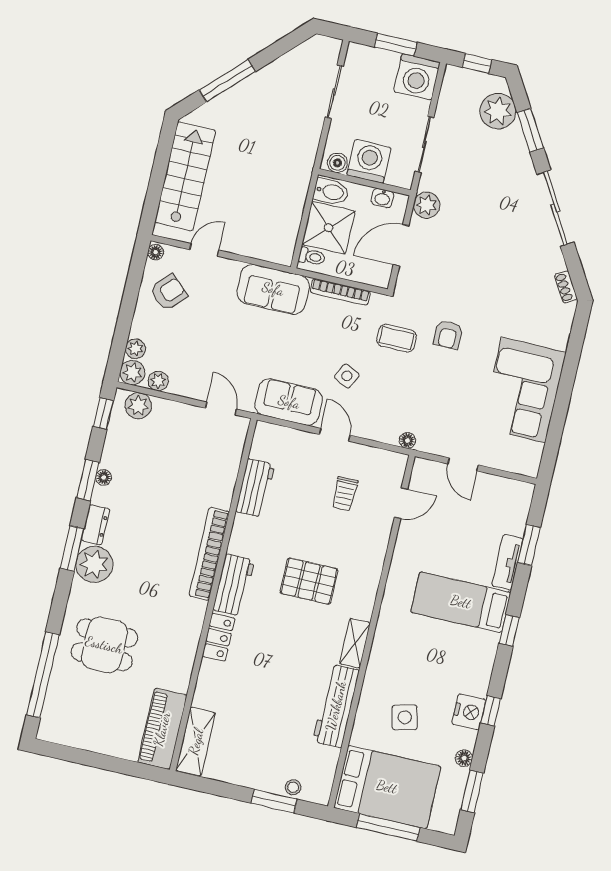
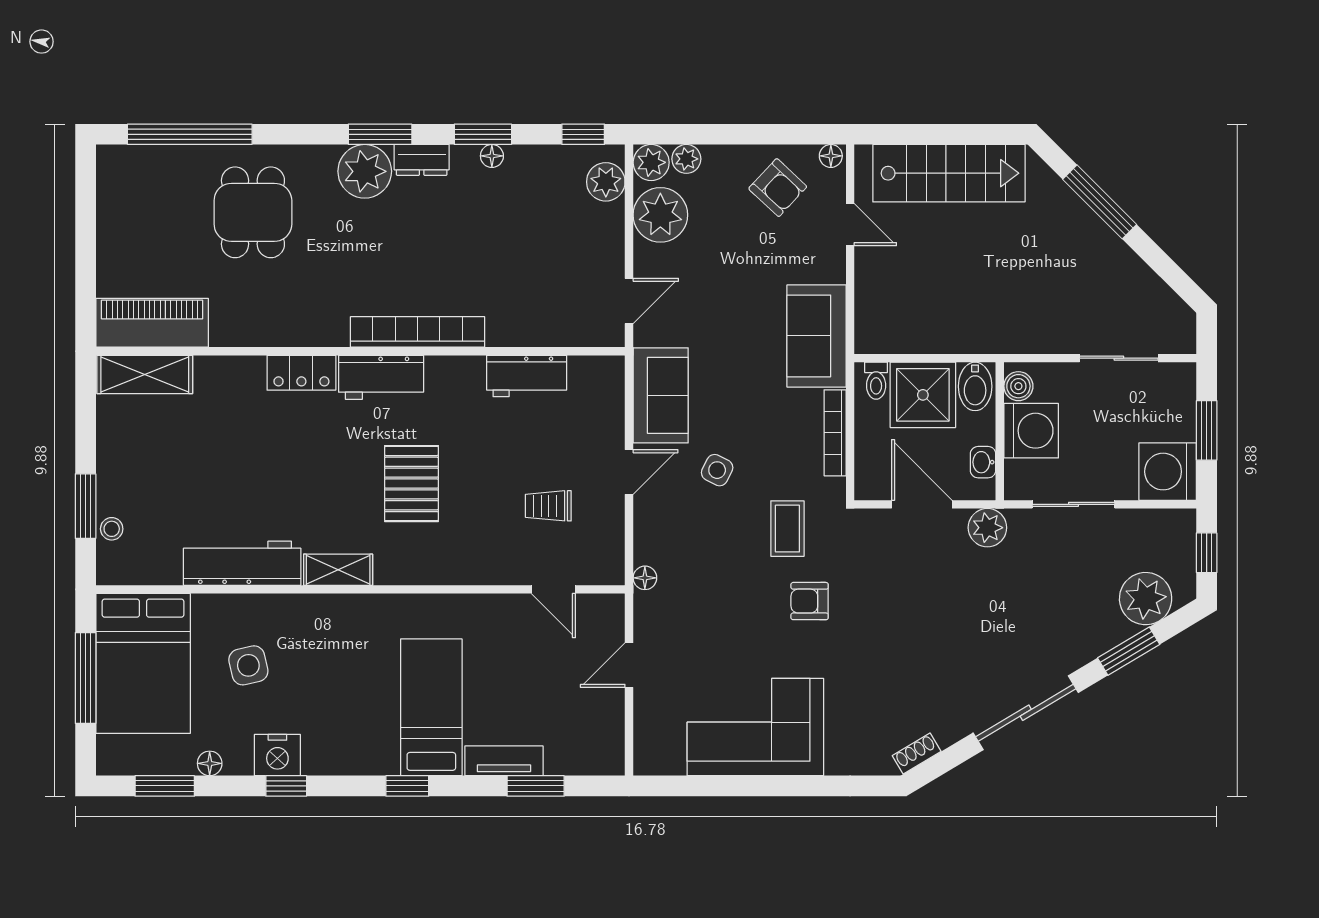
plant: (158, 381) -> (660, 215), width x1.87, depth x1.87

